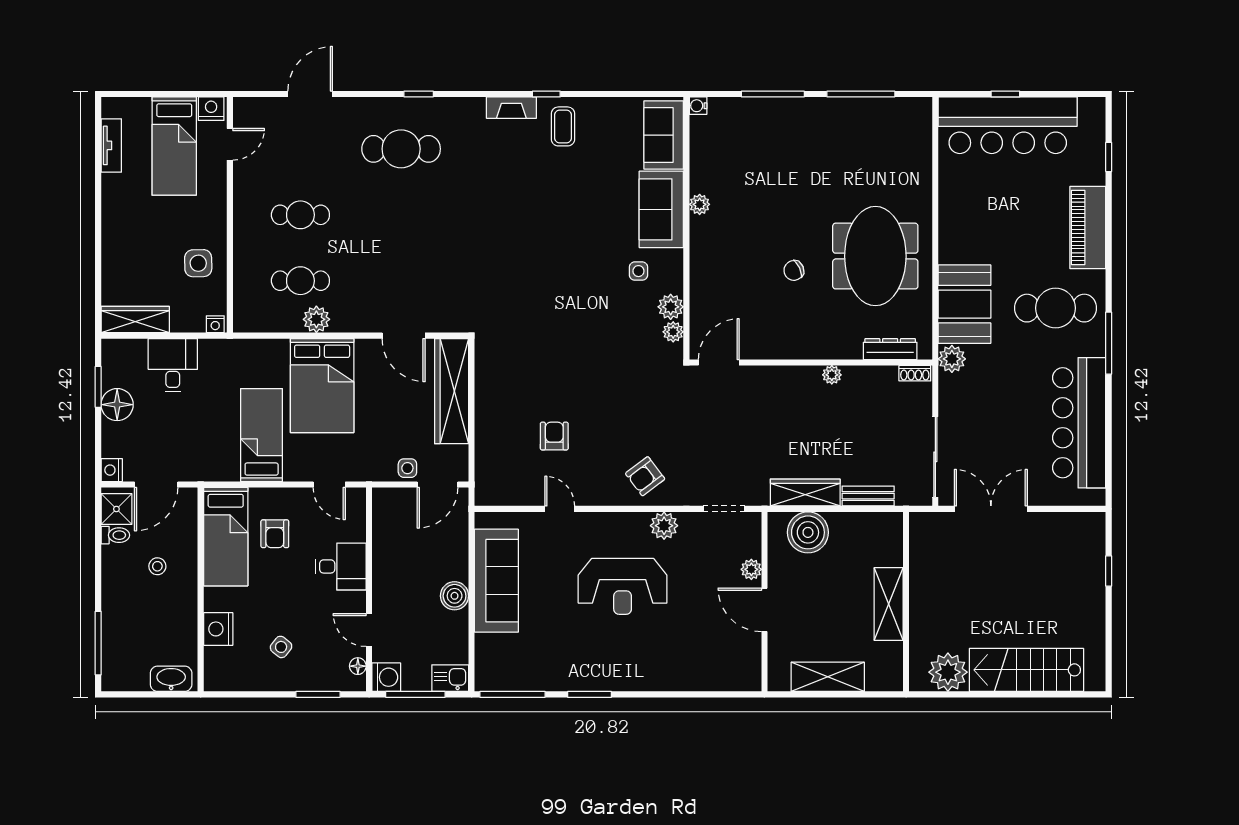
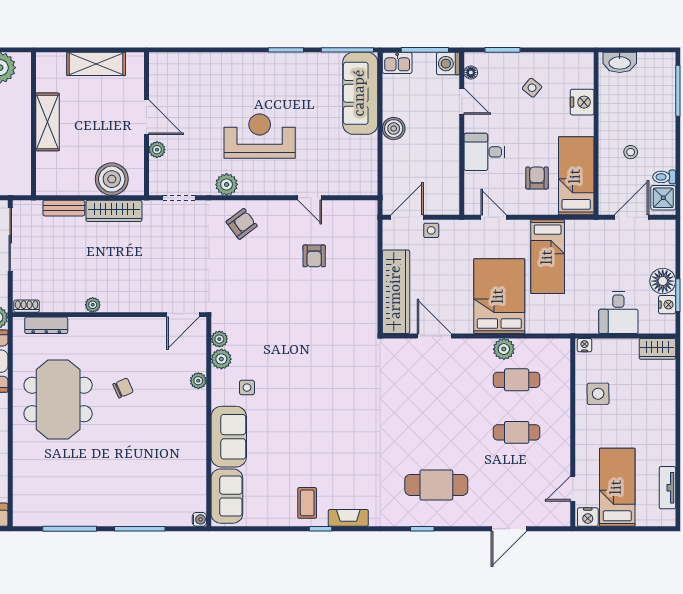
plant: (700, 204) -> (198, 381), moved
wardrobe: (135, 319) -> (657, 349), width x0.67
nightstand: (112, 470) -> (667, 305), moved
sofa: (496, 581) -> (360, 93), moved

